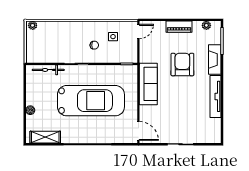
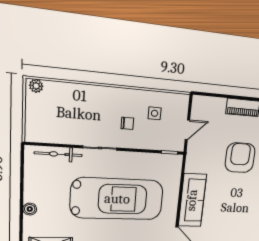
door: (138, 31) -> (187, 130), moved
sofa: (148, 84) -> (192, 200), moved

